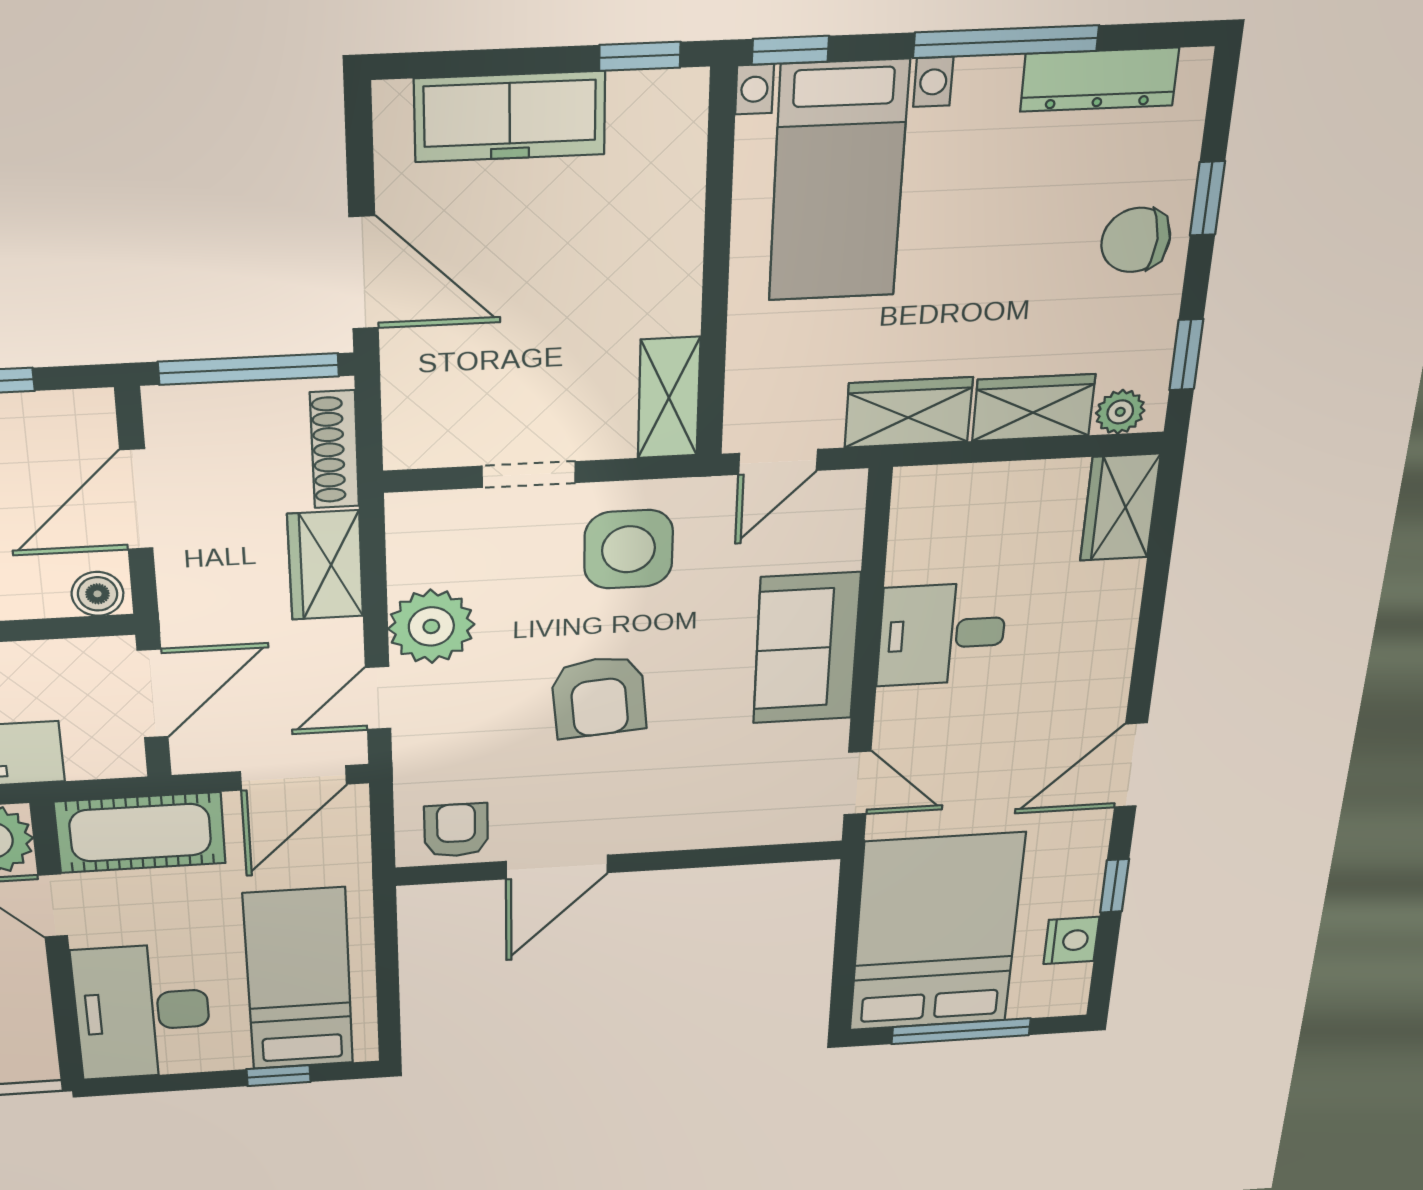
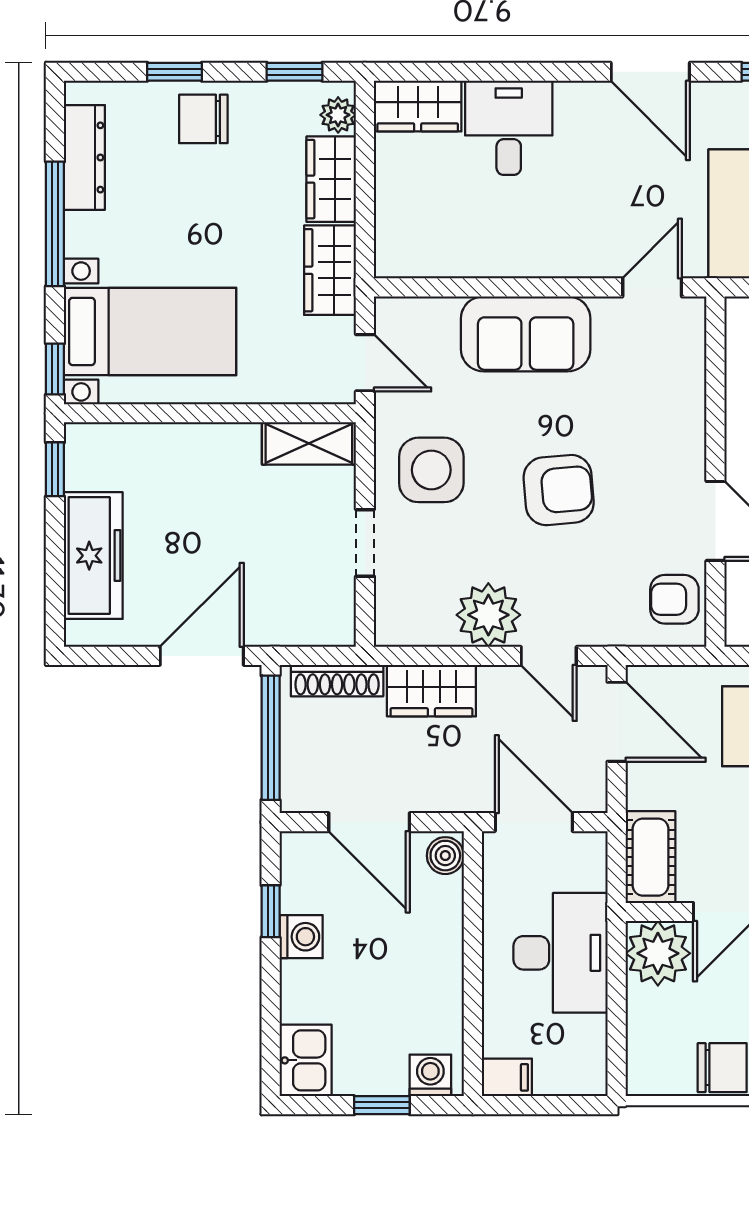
chair: (1136, 240) -> (203, 119), turned 90
desk: (942, 634) -> (509, 128), moved, turned 180
cot: (140, 833) -> (651, 857), width x0.73, depth x0.75

